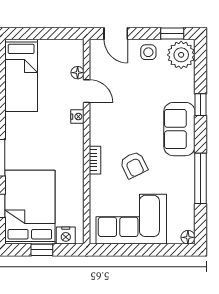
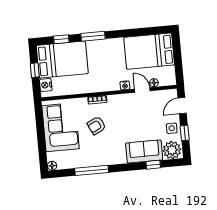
window: (172, 34) -> (185, 133), moved
bed: (21, 75) -> (149, 51), width x1.50
door: (87, 91) -> (142, 90), swing flipped
window: (201, 105) -> (153, 165), moved
sofa: (179, 129) -> (144, 151), moved

